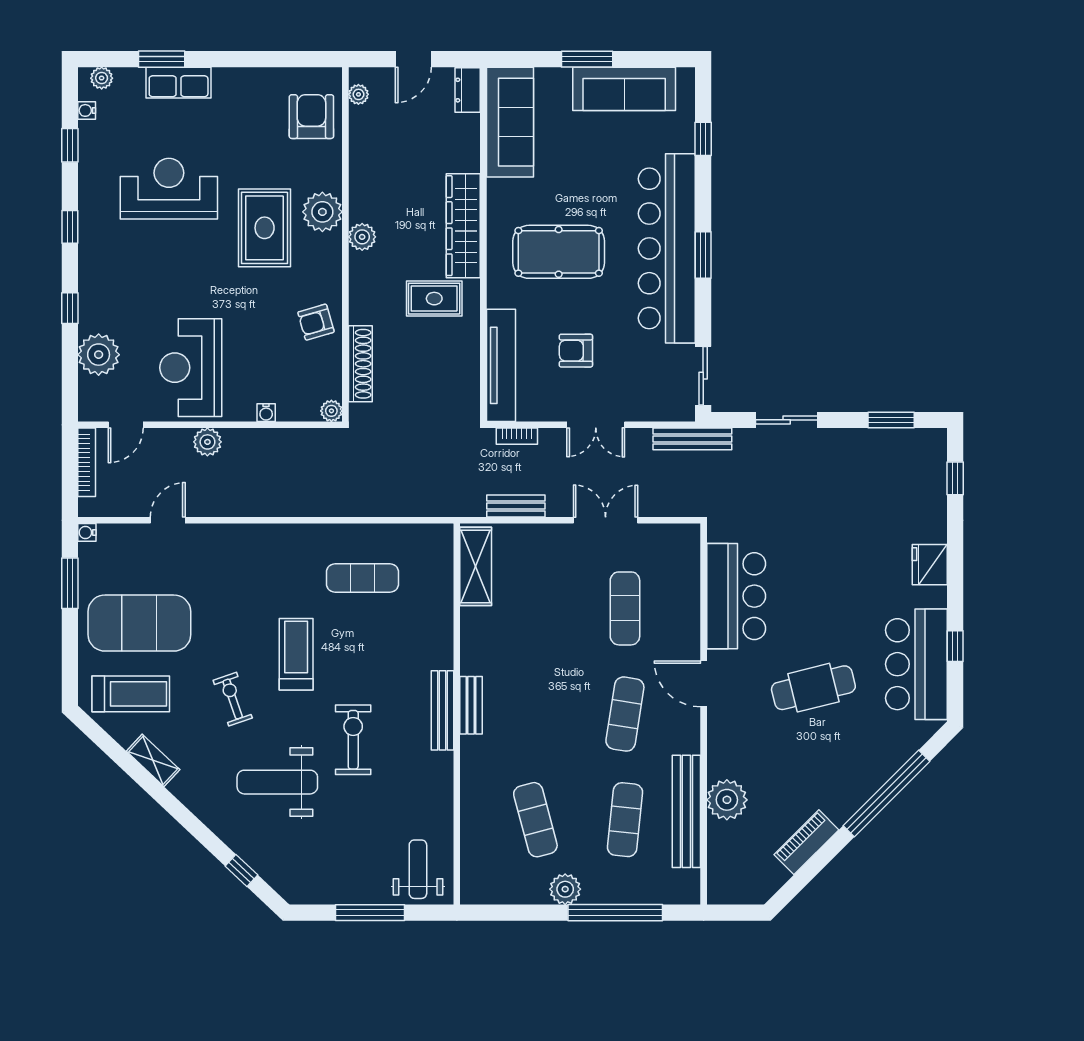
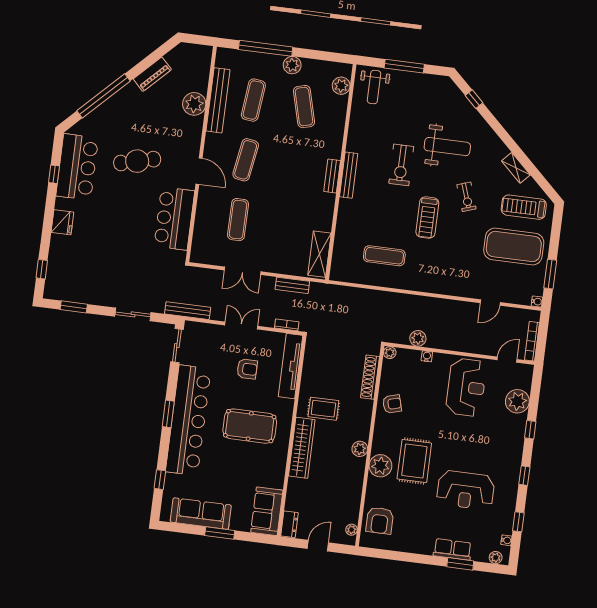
sofa: (510, 122) -> (267, 511), width x0.73
plant: (207, 442) -> (418, 338), moved
plant: (475, 864) -> (341, 86), added

